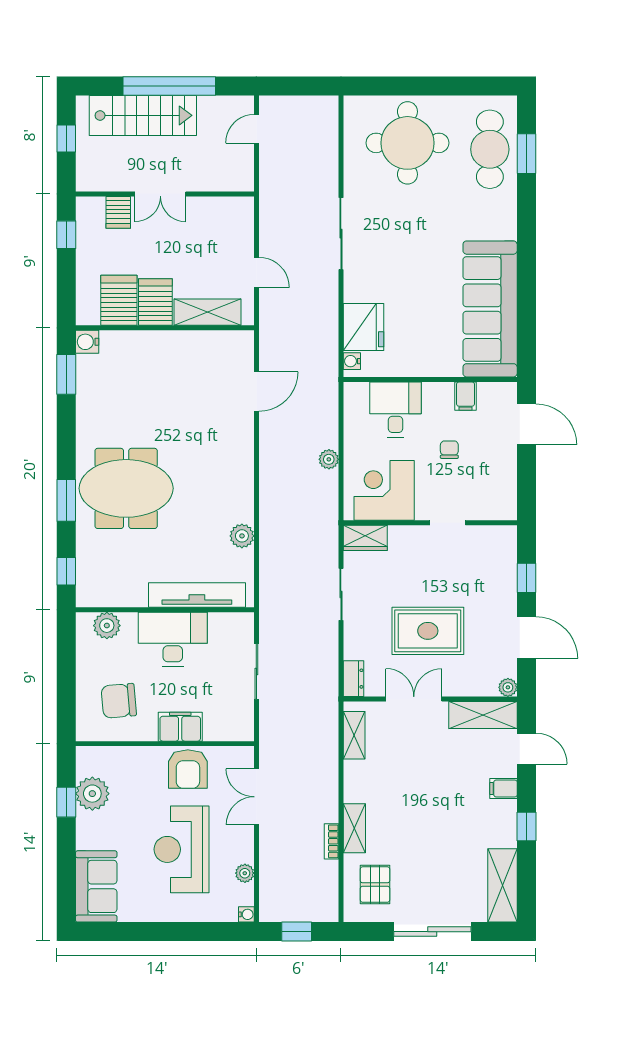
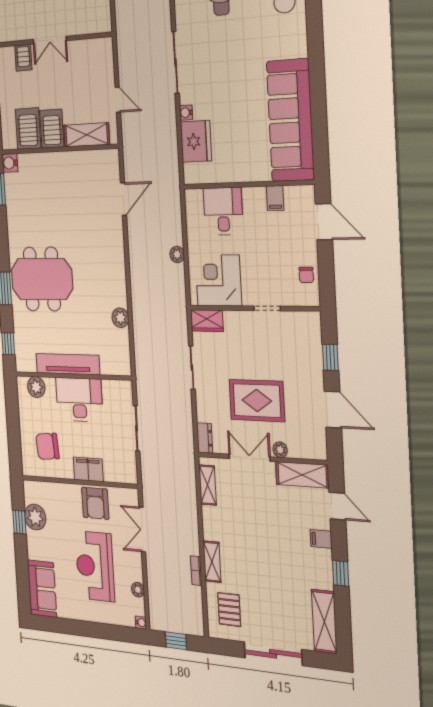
water cooler: (352, 361) -> (186, 113), moved
chair: (449, 450) -> (306, 275), moved, turned 180
tv unit: (197, 595) -> (68, 364), moved
plant: (508, 687) -> (280, 450), moved

